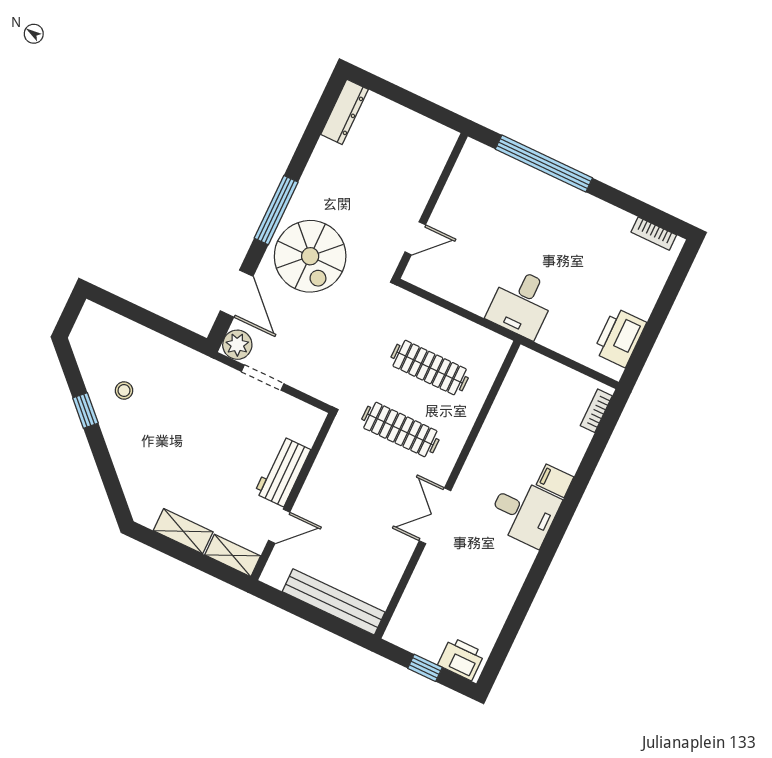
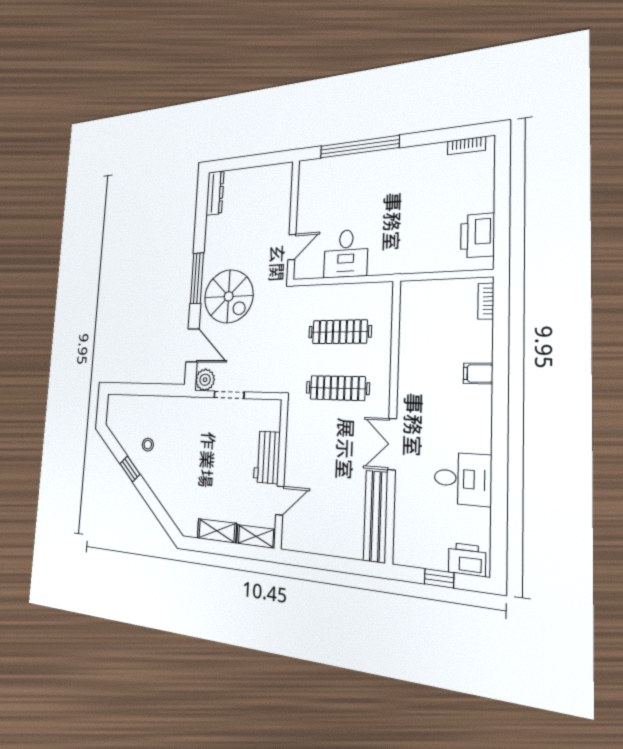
desk: (522, 303) -> (346, 254), moved
desk: (524, 512) -> (463, 479), moved
bench: (334, 602) -> (376, 516), moved, turned 90

